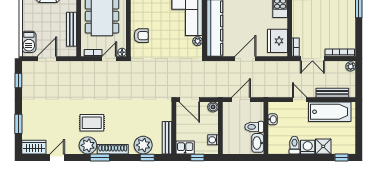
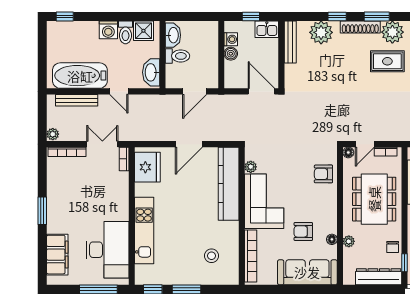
boiler: (213, 107) -> (231, 54), moved
washbasin: (273, 119) -> (151, 72), width x1.91, depth x1.45
shower: (323, 146) -> (143, 31), moved
window: (147, 157) -> (337, 17), moved

